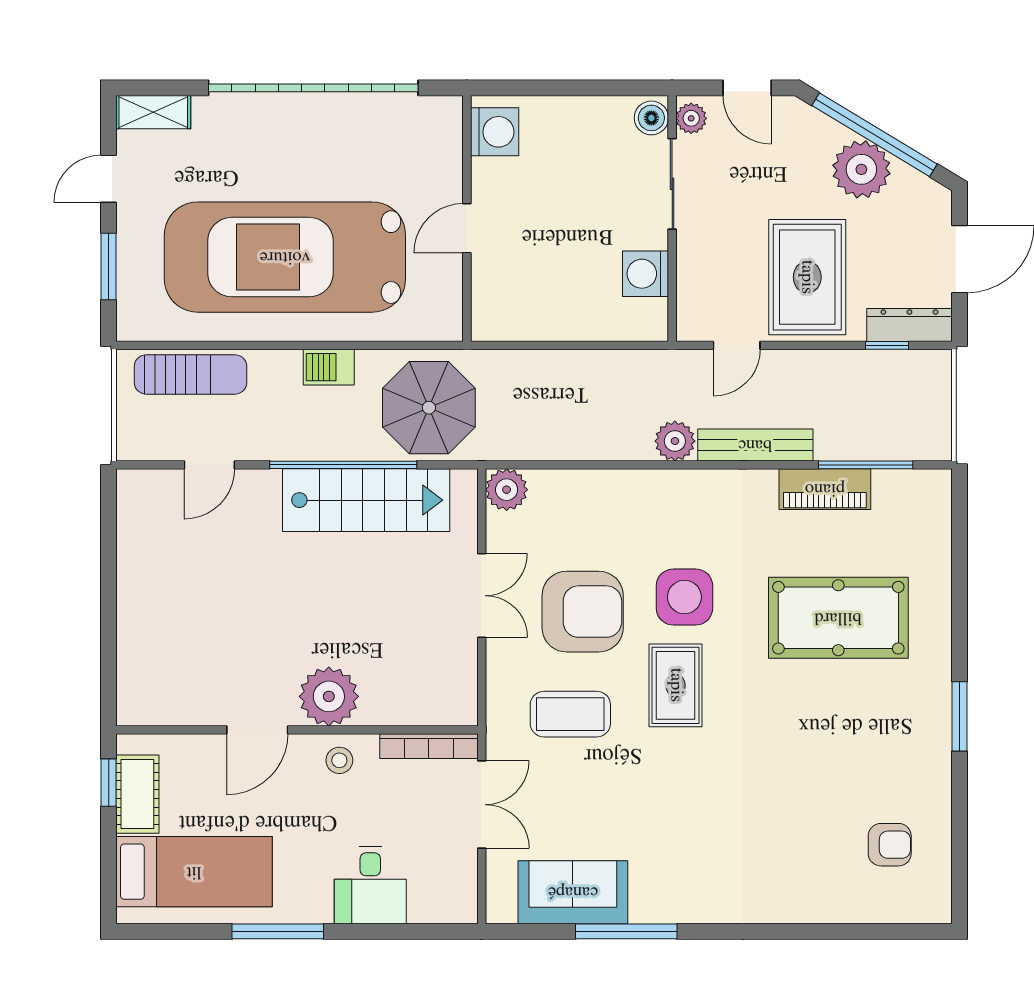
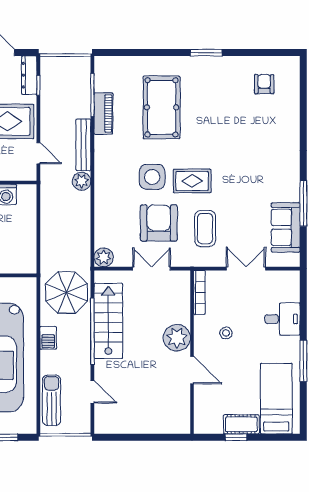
plant: (329, 696) -> (177, 338), moved
door: (257, 730) -> (192, 370), moved
wall: (297, 730) -> (192, 352), moved
bookcase: (429, 746) -> (199, 292), moved

